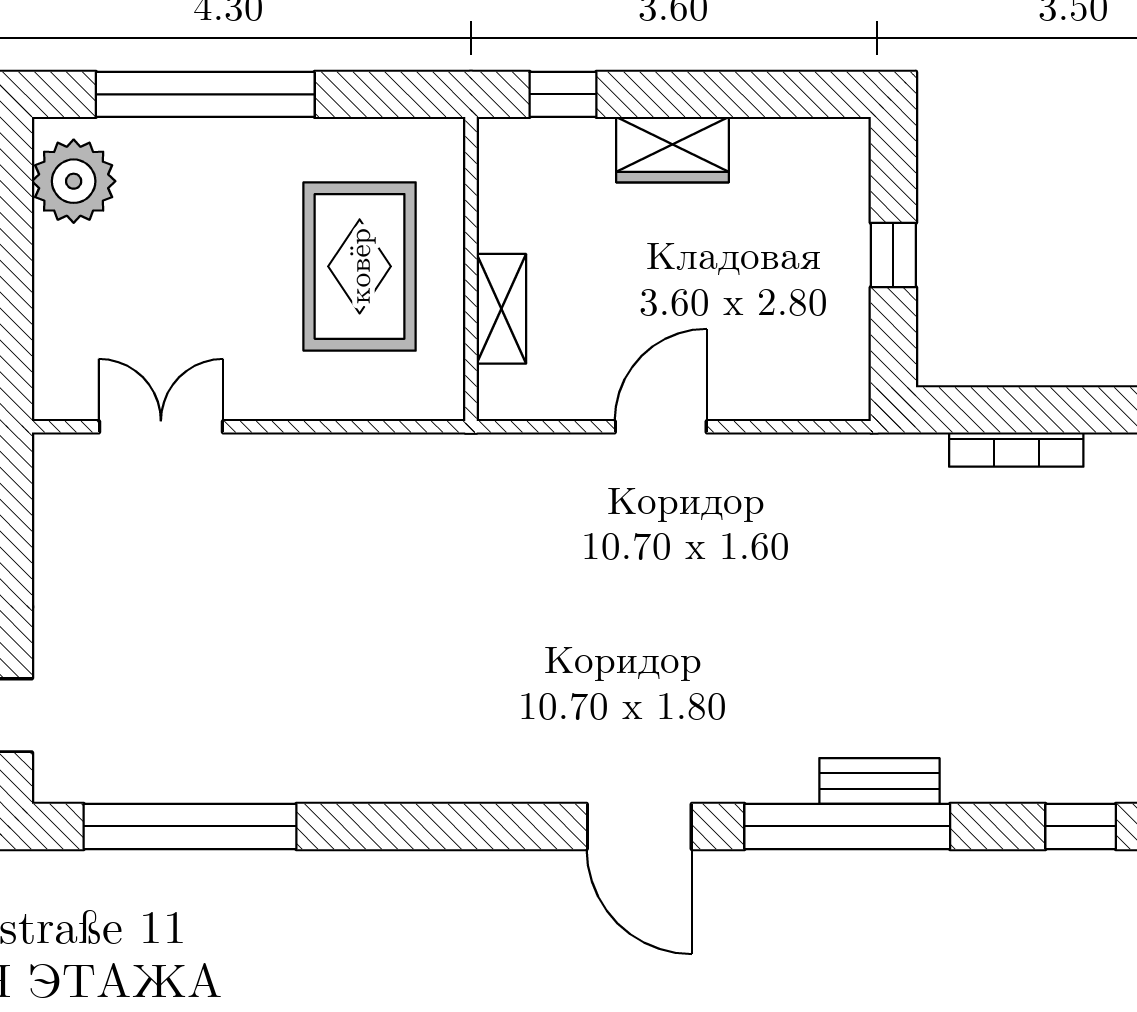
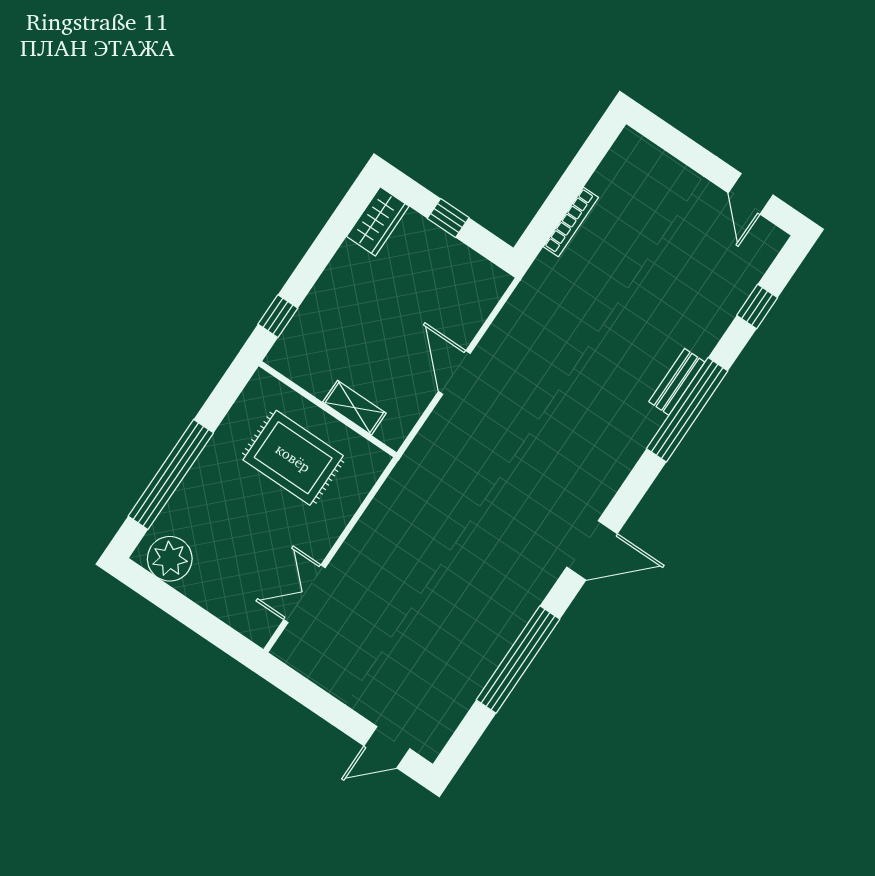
wardrobe: (673, 150) -> (378, 221), moved
window: (190, 826) -> (518, 660), moved
door: (639, 826) -> (592, 550), moved

